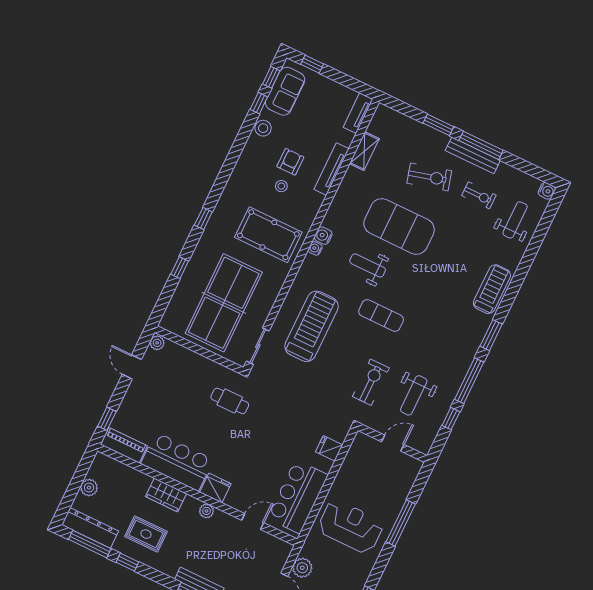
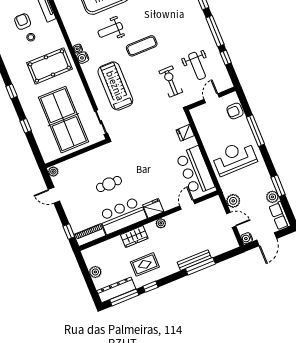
water cooler: (323, 236) -> (83, 58), moved
cafe table: (230, 401) -> (109, 184), moved
armchair: (402, 481) -> (235, 111), added

